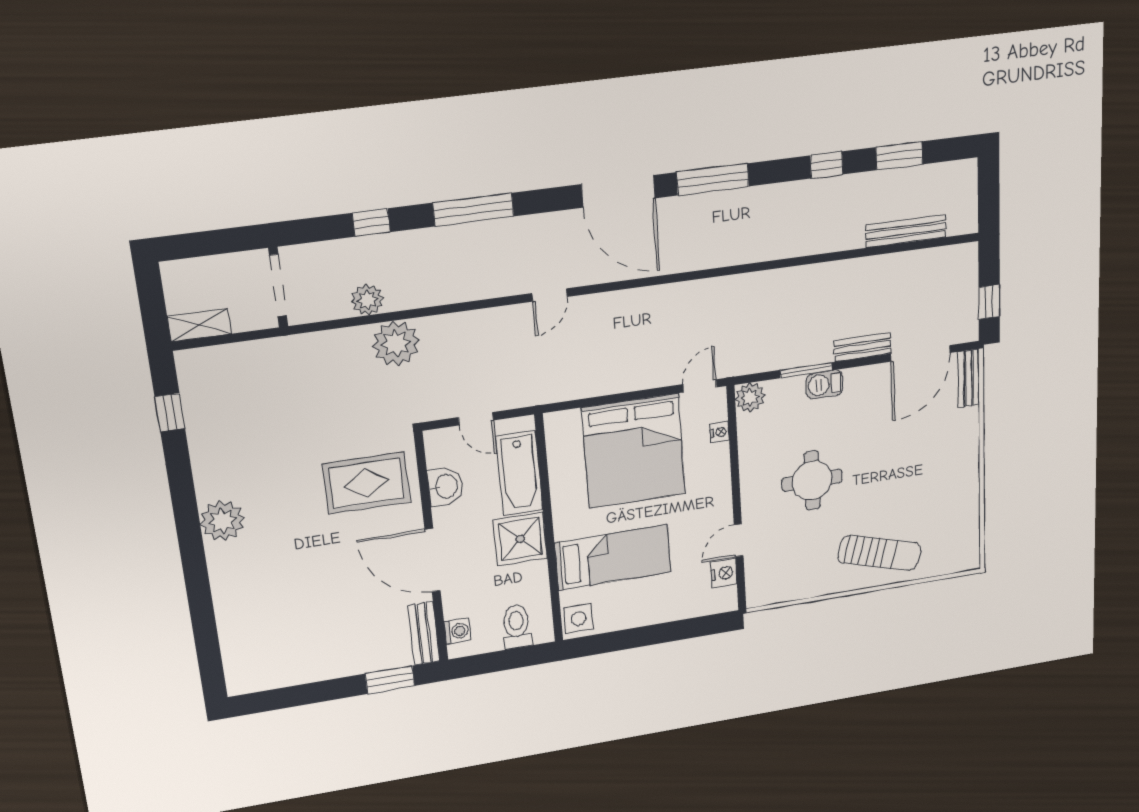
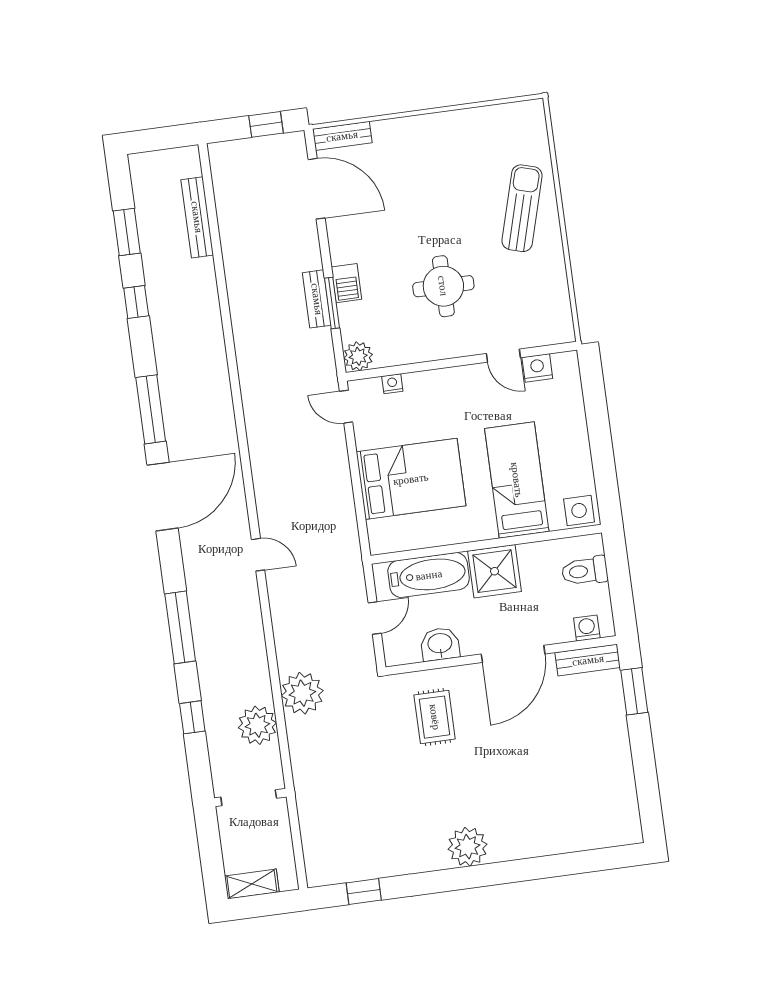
plant: (367, 300) -> (257, 725), width x1.36, depth x1.36
shelving: (199, 325) -> (252, 884), moved, turned 90
bench: (862, 347) -> (317, 299), moved
bed: (634, 451) -> (411, 479), width x0.73
rug: (367, 483) -> (435, 717), width x0.73, depth x0.70

